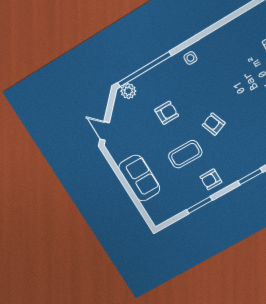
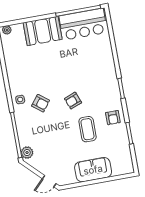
armchair: (167, 113) -> (41, 103), moved, turned 128

